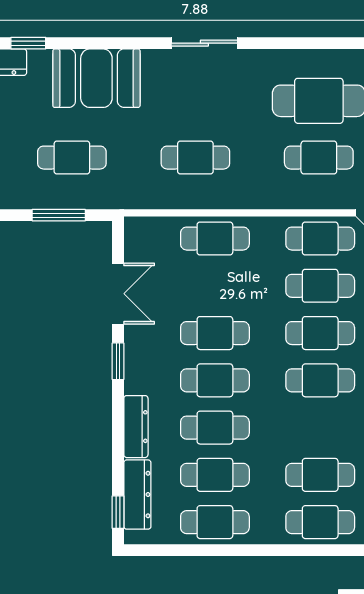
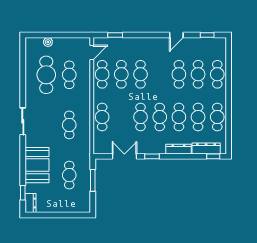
cafe table: (320, 380) -> (179, 74), moved

